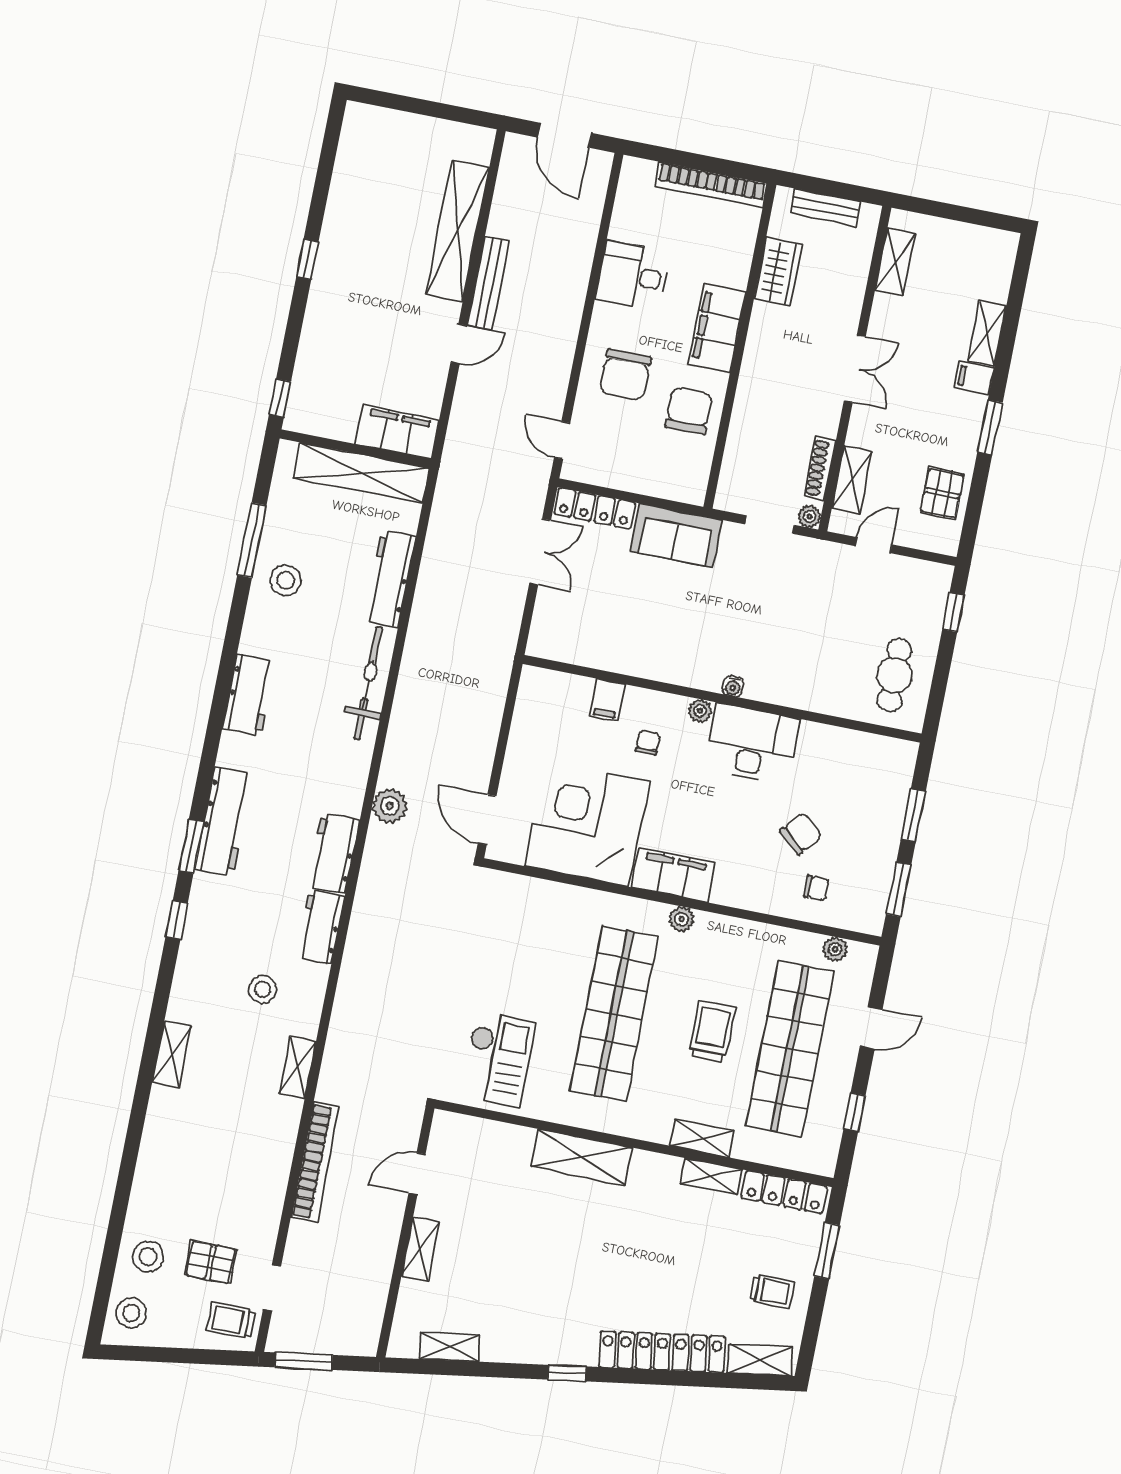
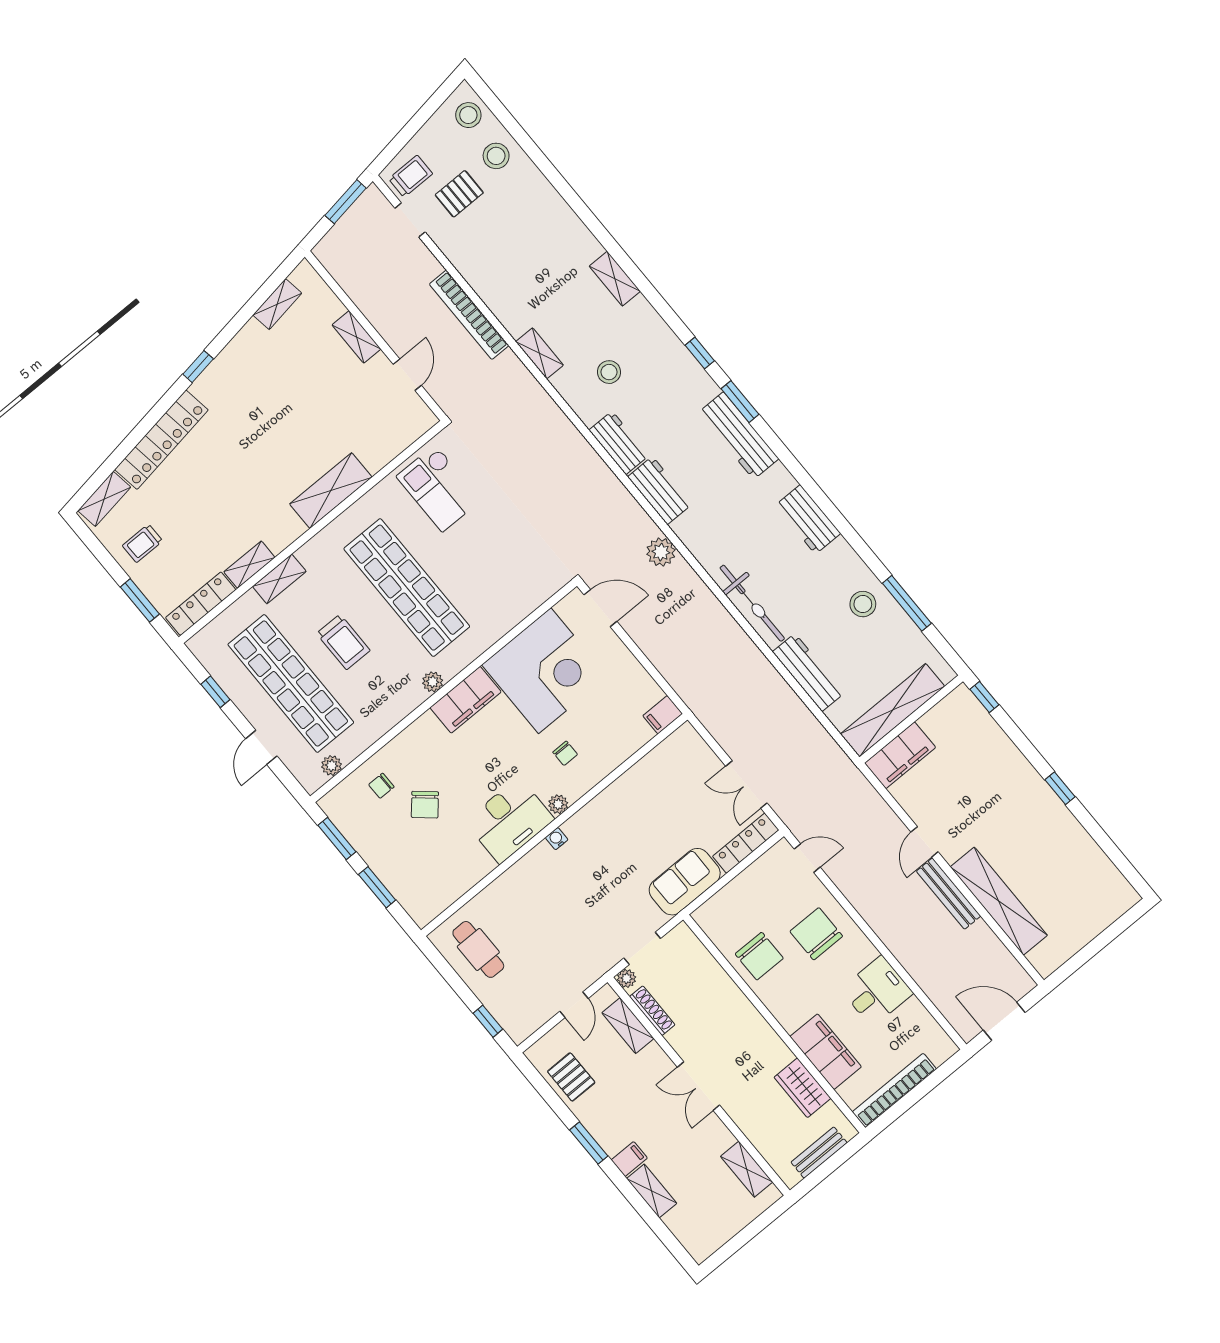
filing cabinet: (717, 328) -> (826, 1052), moved
filing cabinet: (607, 700) -> (663, 715), moved, turned -90

